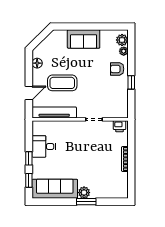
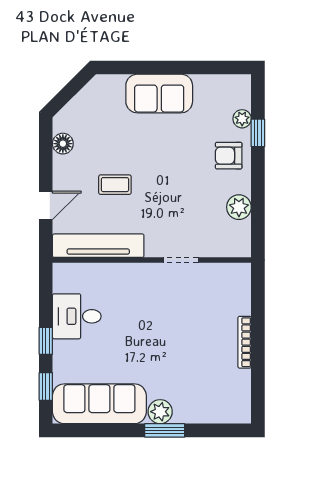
plant: (122, 40) -> (239, 207), moved
window: (131, 82) -> (258, 133), moved
coffee table: (62, 83) -> (115, 185), width x0.54, depth x0.58
printer: (120, 126) -> (234, 274), removed

